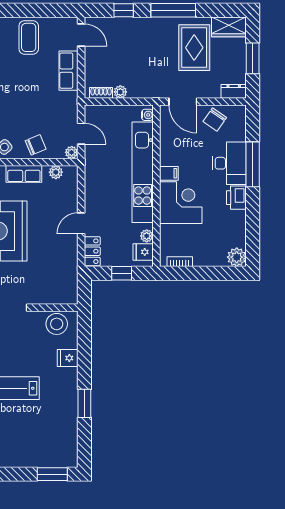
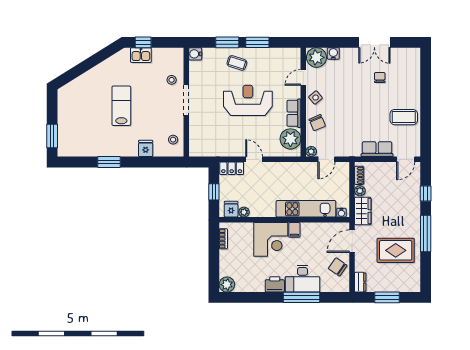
wardrobe: (229, 27) -> (363, 211), moved, turned 180
plant: (56, 172) -> (290, 139), width x1.88, depth x1.88
kitchen unit: (143, 172) -> (306, 209), width x0.73
stool: (57, 324) -> (173, 140), width x0.53, depth x0.53

